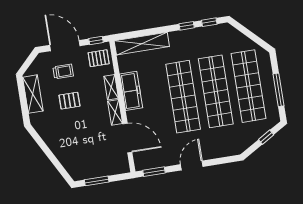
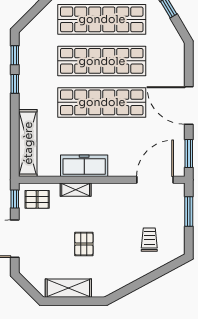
pallet: (99, 58) -> (37, 199), turned 90
trolley: (63, 71) -> (149, 240), moved
shelving: (115, 112) -> (107, 190), removed
door: (127, 138) -> (155, 180), moved
door: (192, 166) -> (189, 105), width x1.36
window: (97, 181) -> (189, 212), moved

